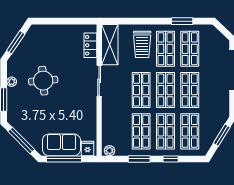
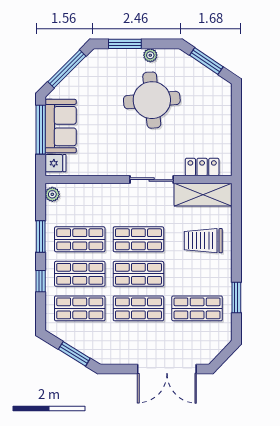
shop shelf: (165, 49) -> (197, 274), removed
round table: (43, 81) -> (152, 100), width x1.36, depth x1.36

